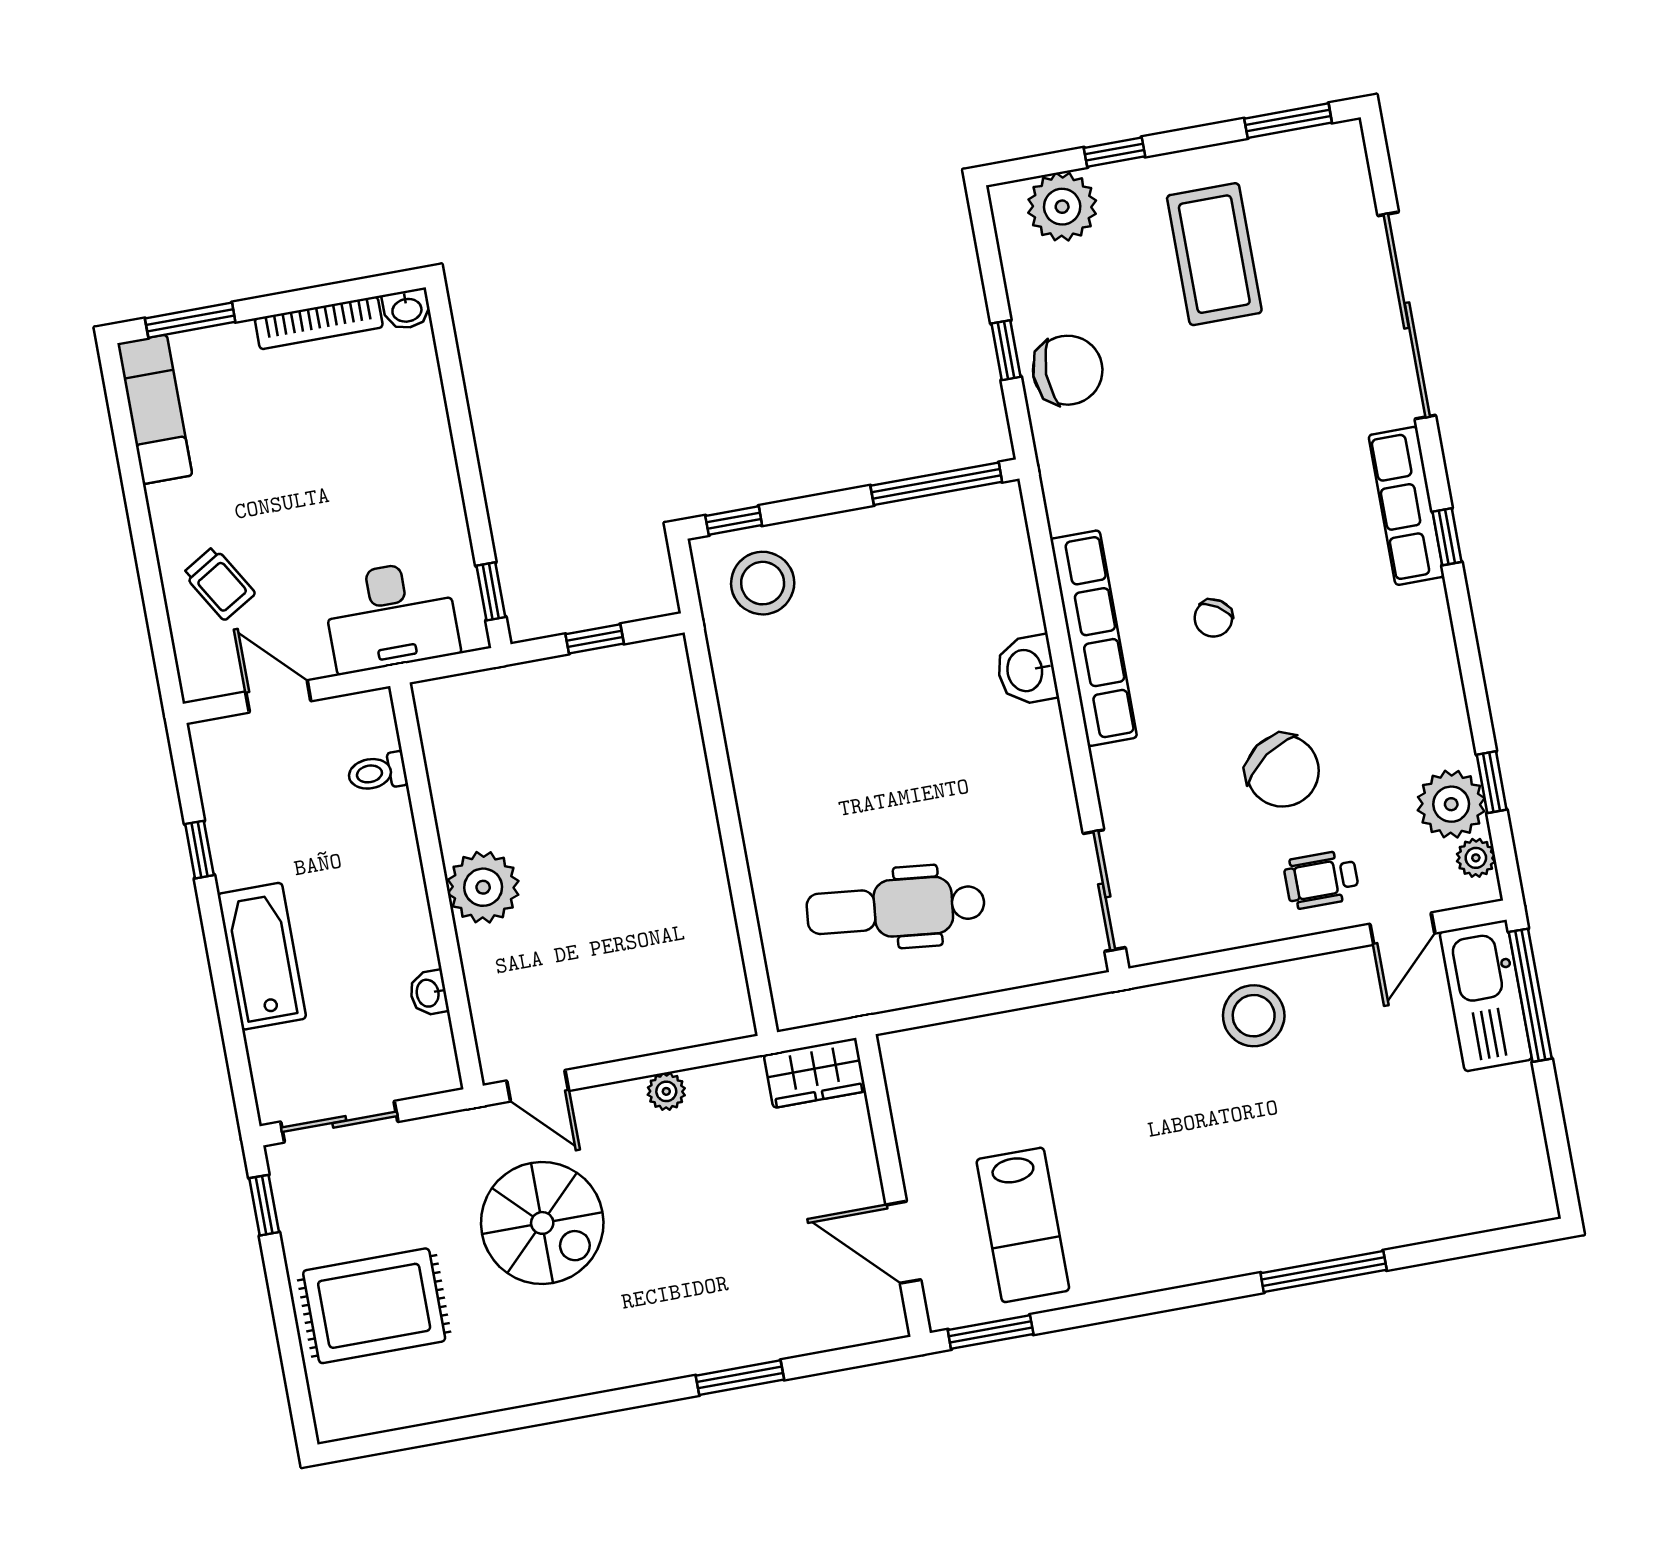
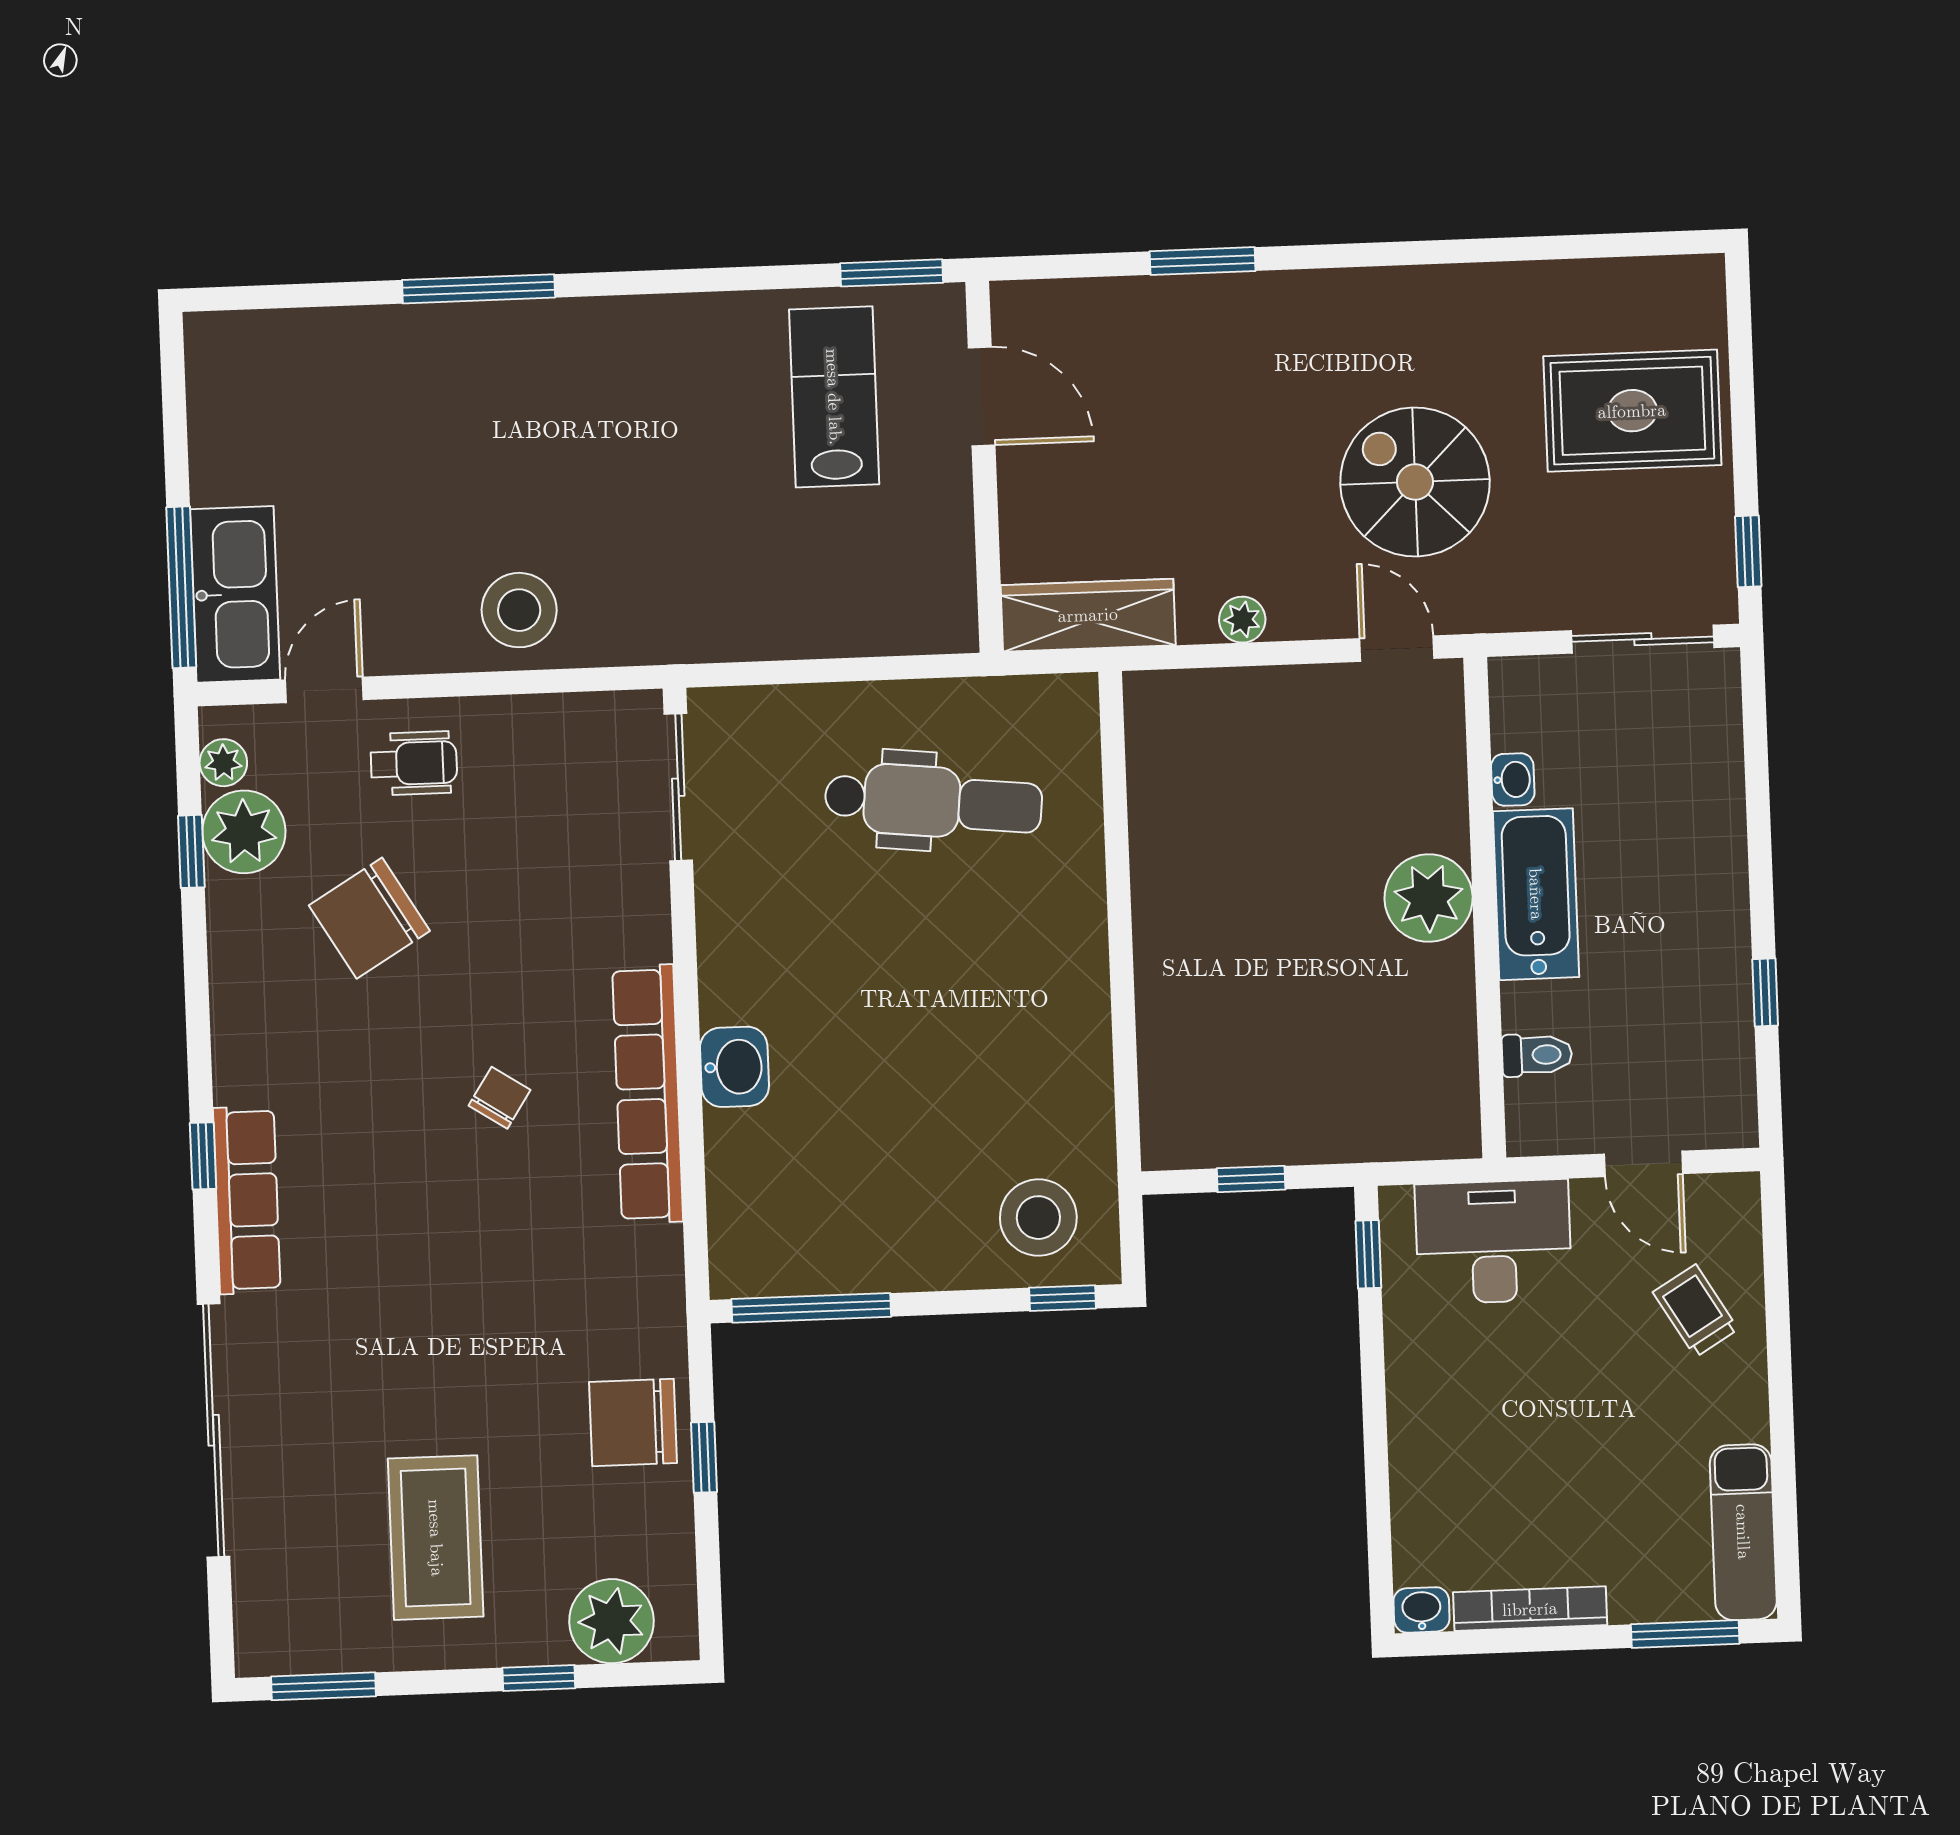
chair: (1283, 771) -> (369, 918), moved, turned -86
bathtub: (262, 956) -> (1536, 894), moved, turned 180
wardrobe: (815, 1073) -> (1088, 615), width x1.50

